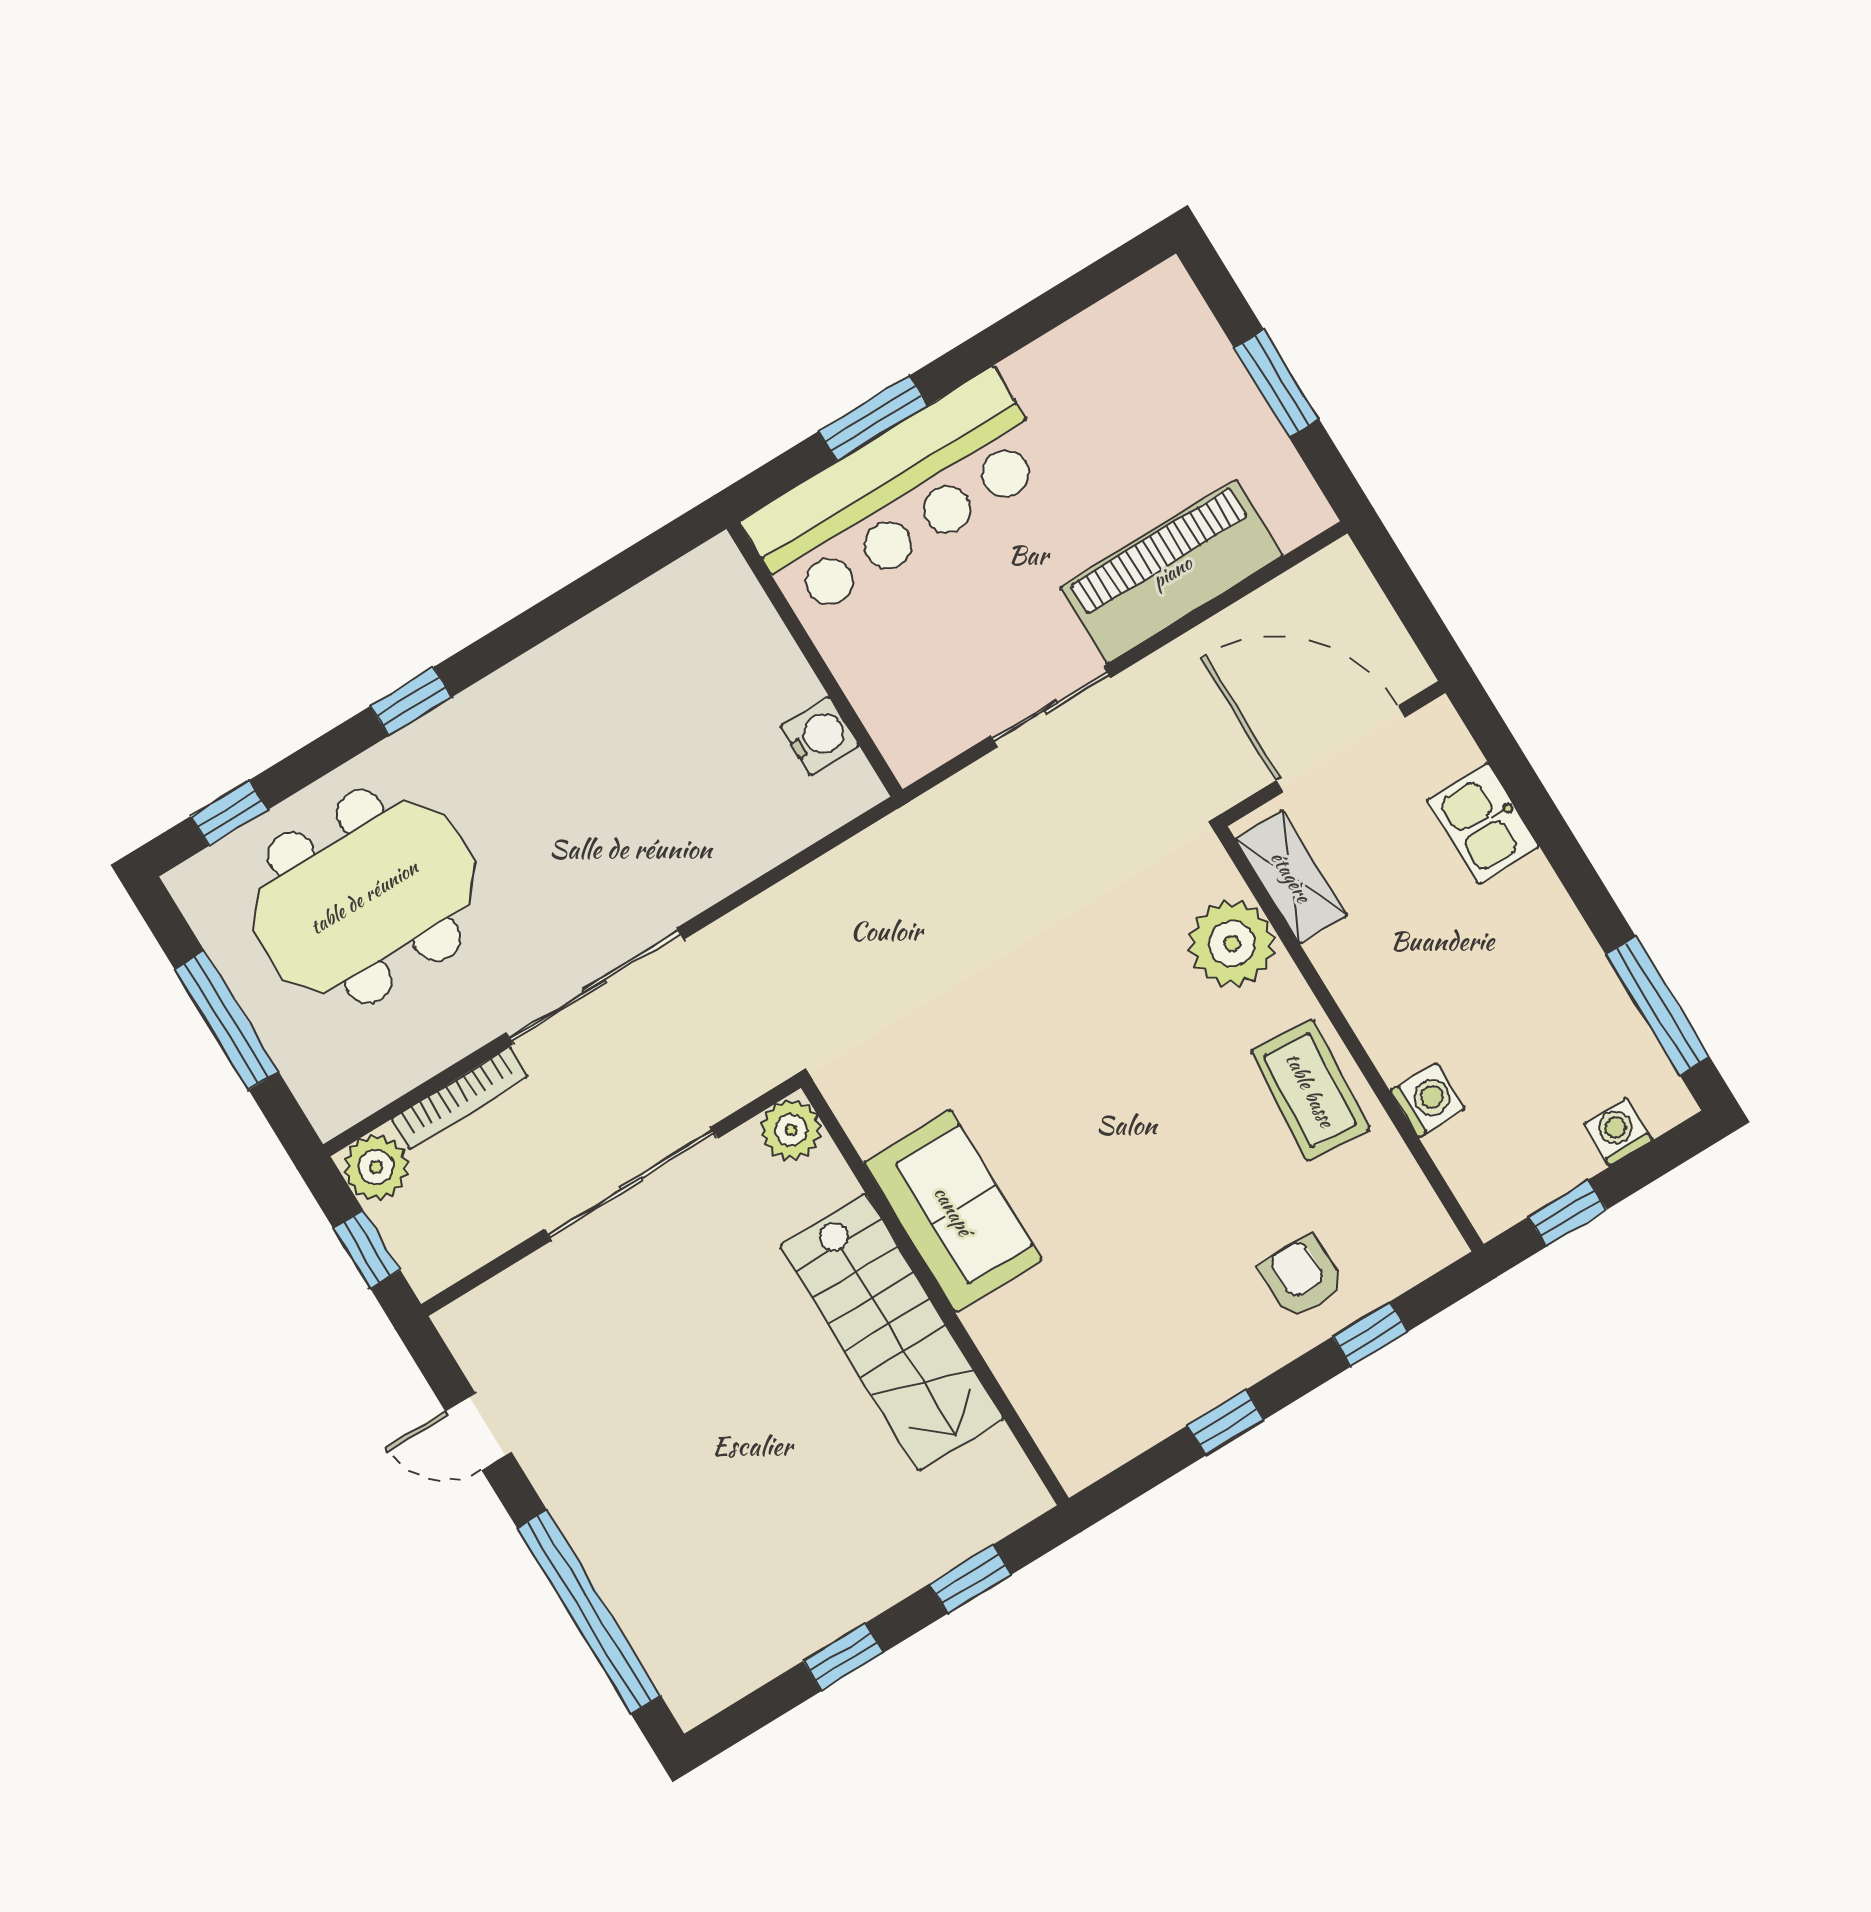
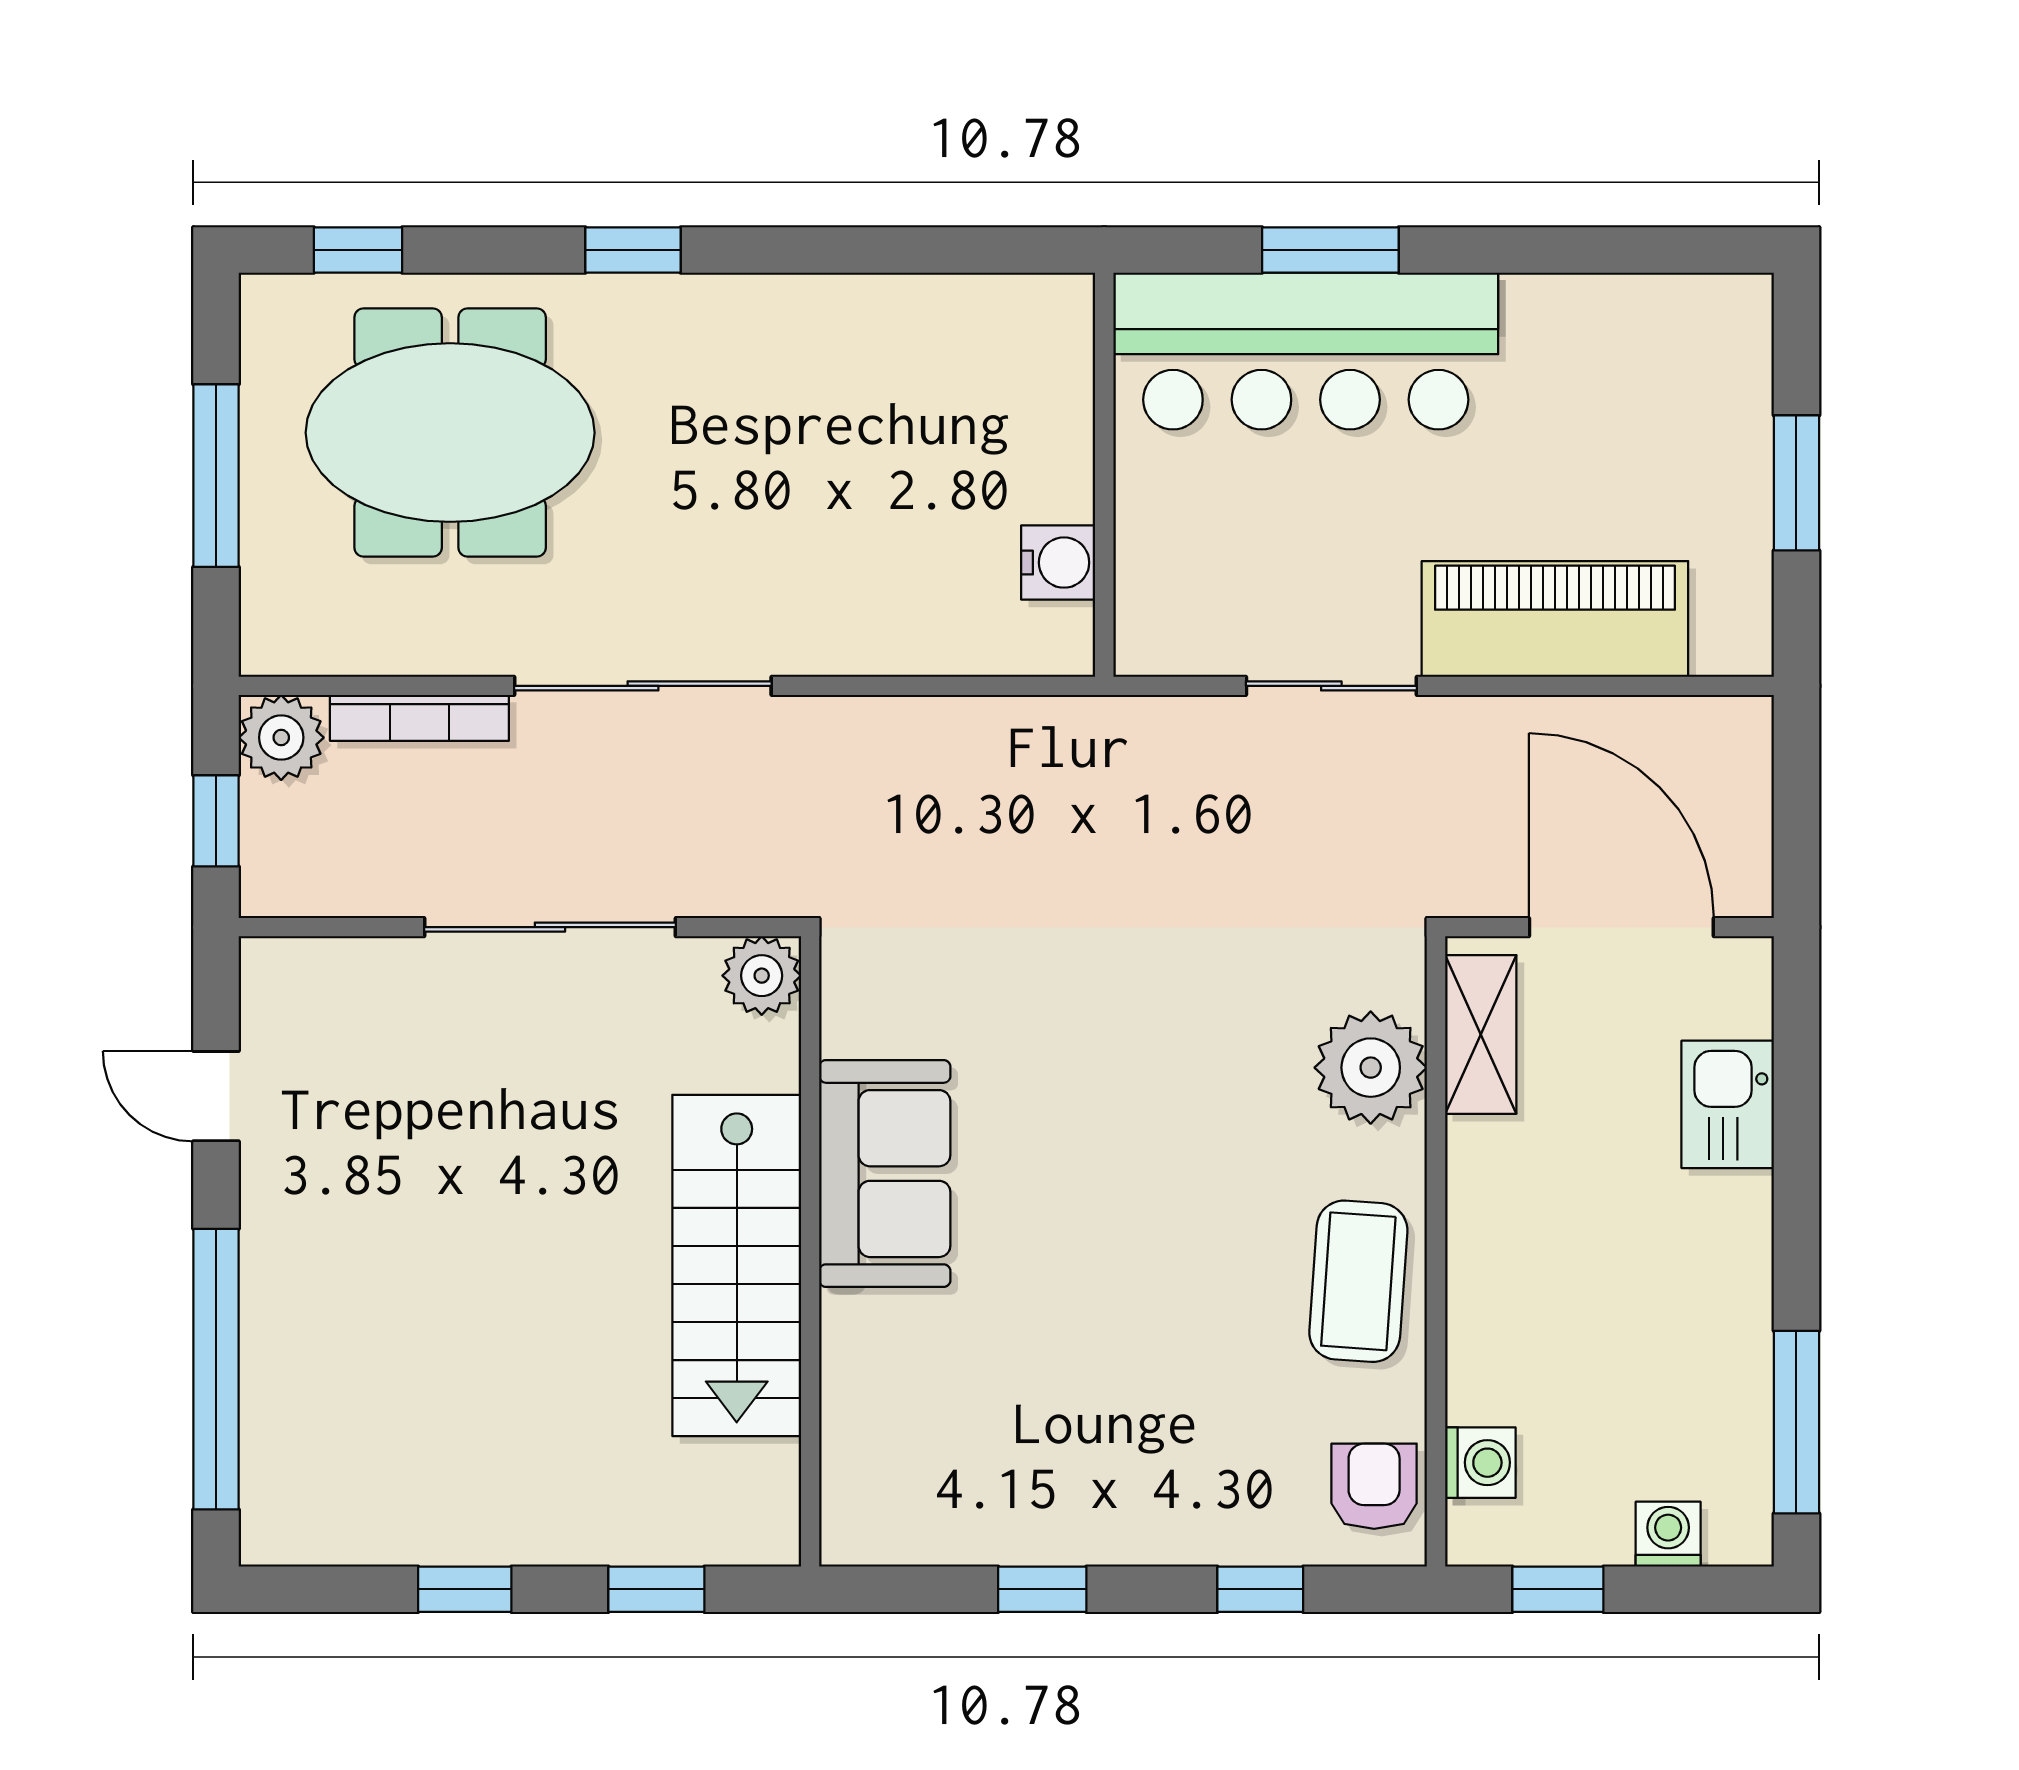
washing machine: (1428, 1100) -> (1480, 1463), moved
armchair: (1302, 1277) -> (1374, 1486), moved

